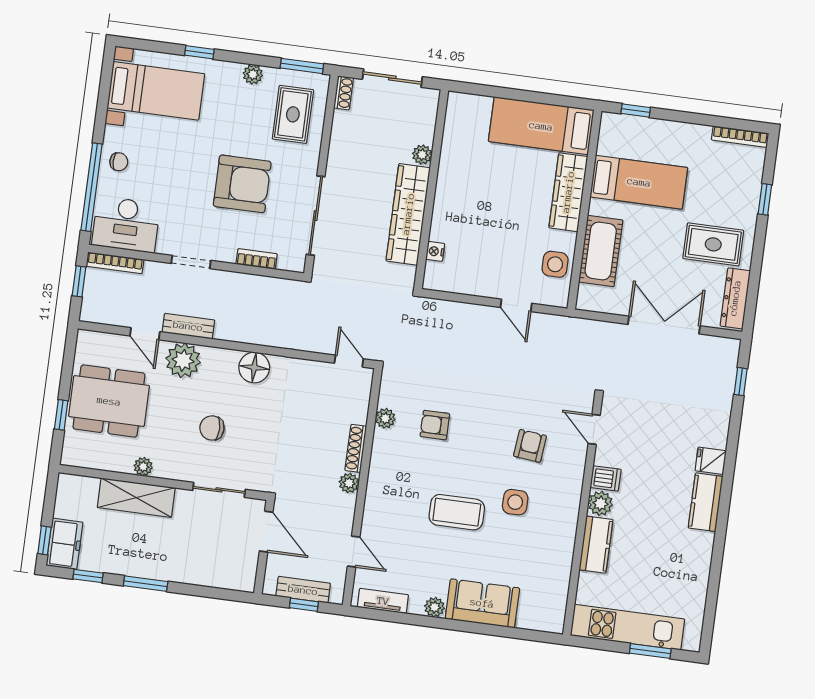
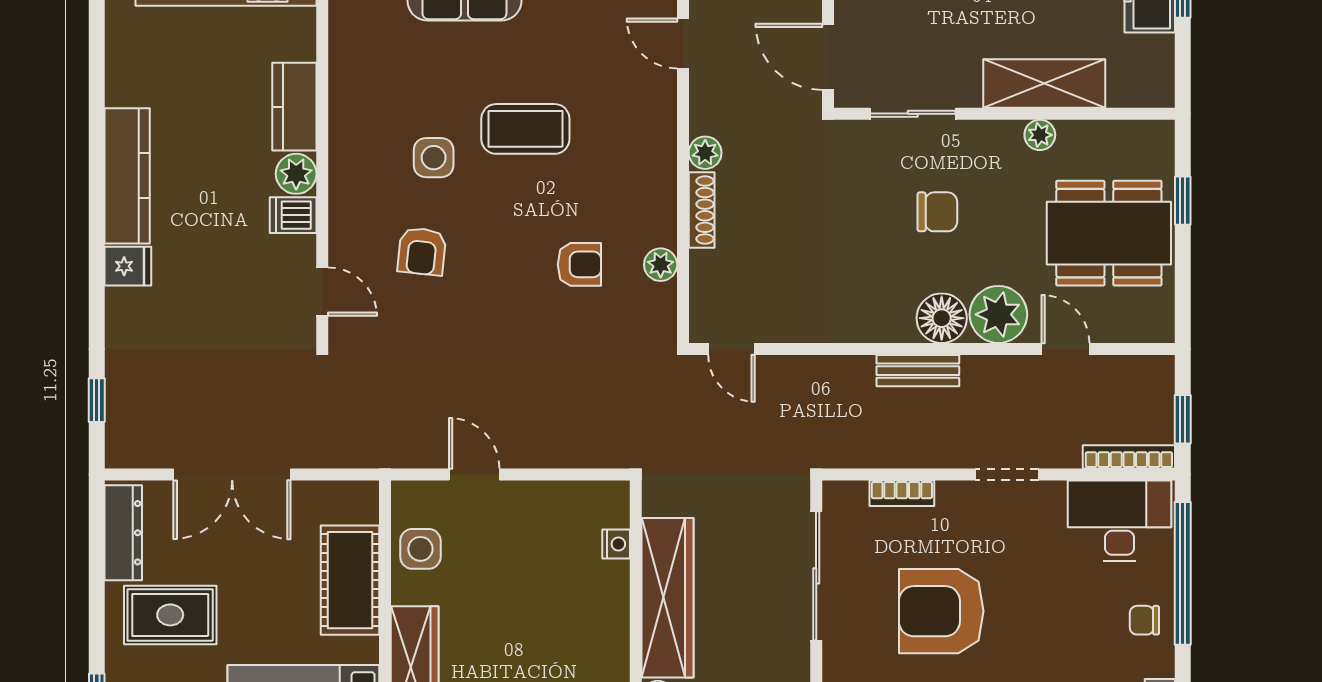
bench: (188, 326) -> (918, 371), moved
floor lamp: (254, 368) -> (942, 318), moved
kitchen counter: (706, 502) -> (127, 176), width x1.50

